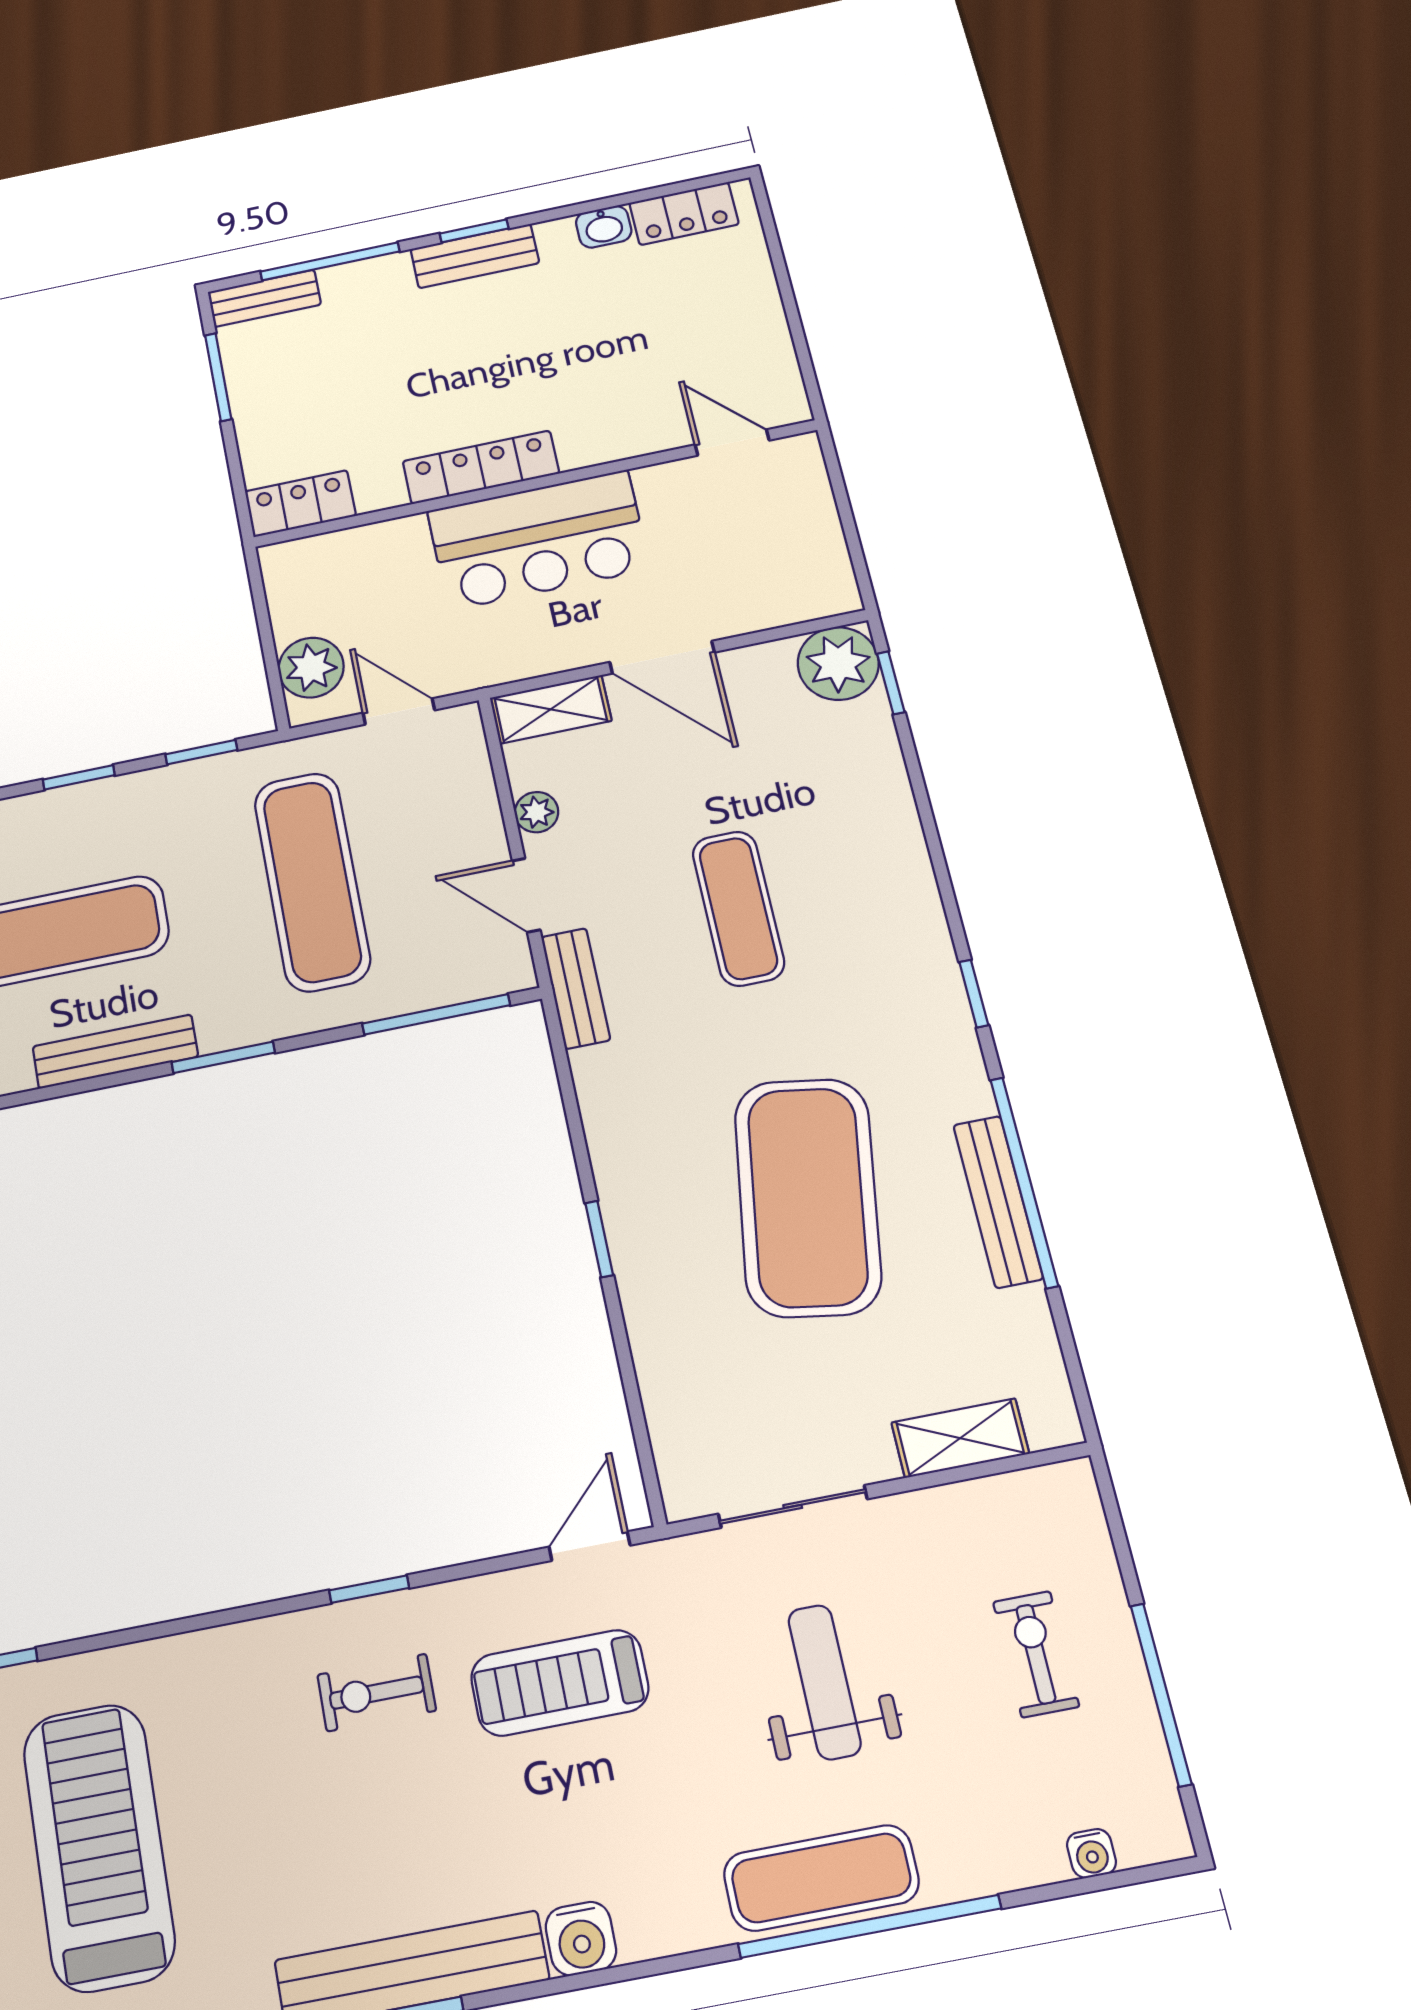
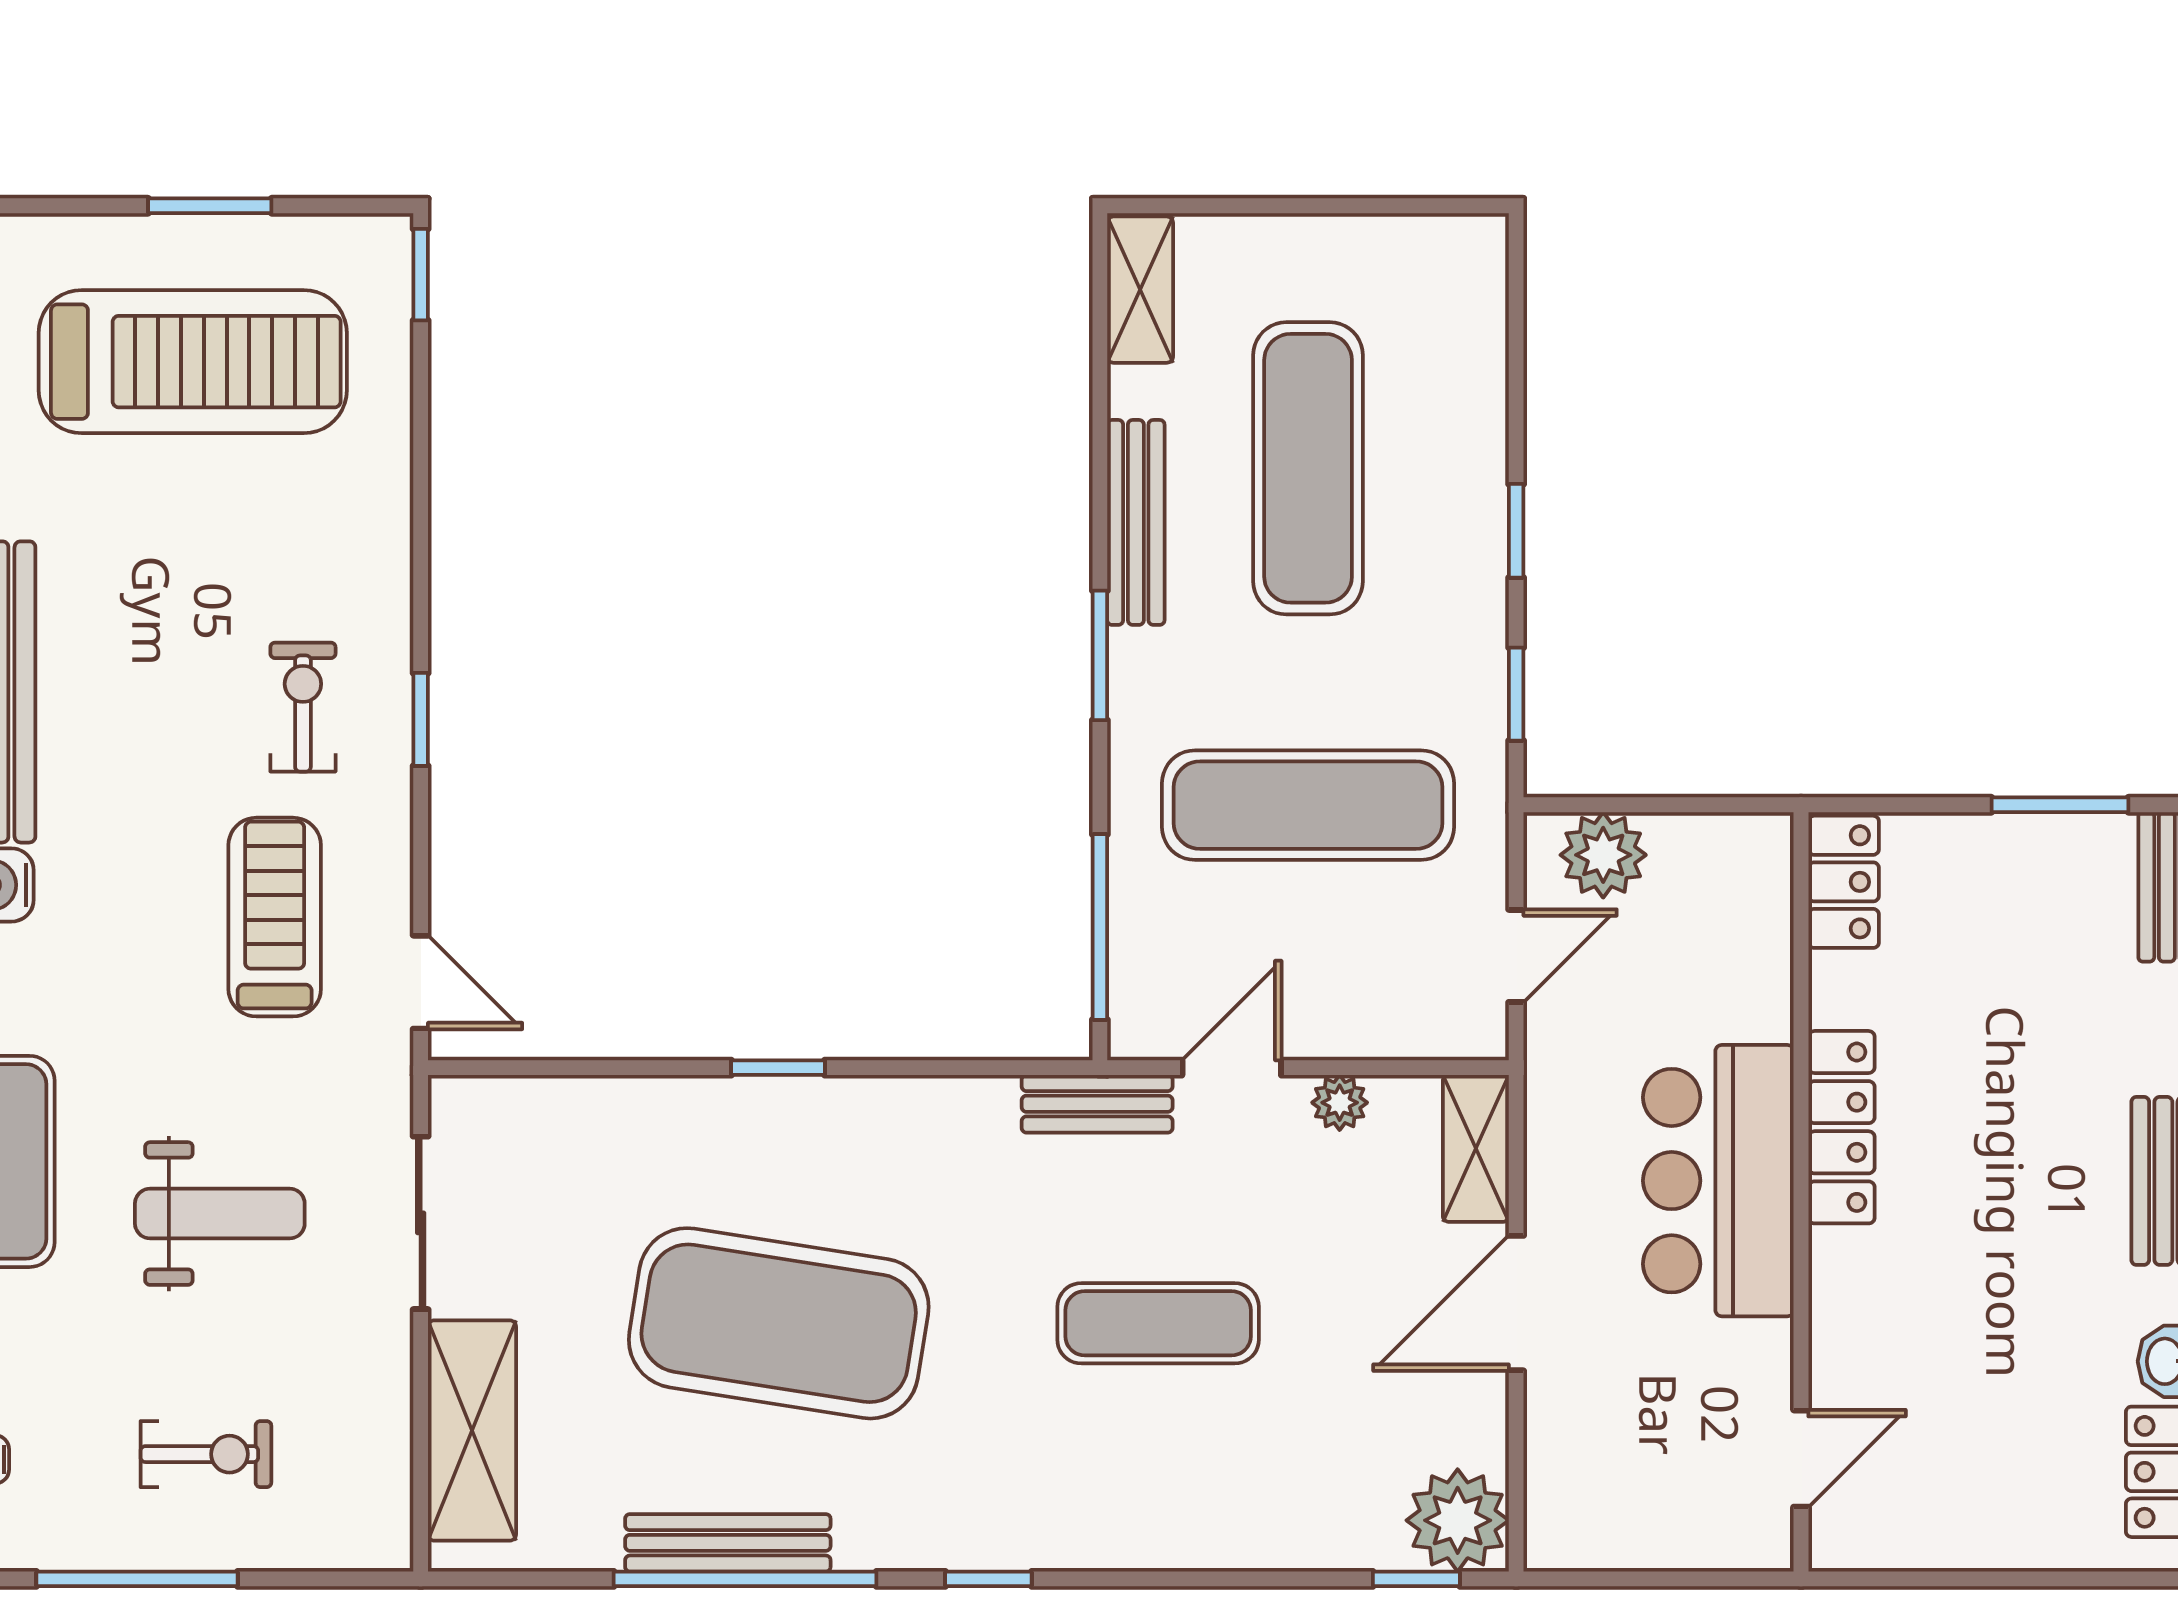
shelving: (960, 1438) -> (472, 1431), width x1.50, depth x1.33

